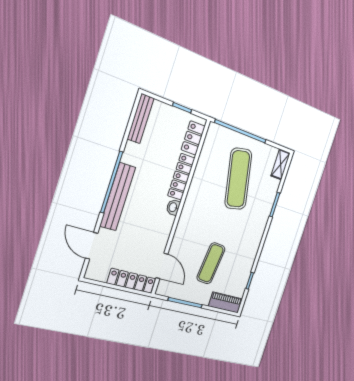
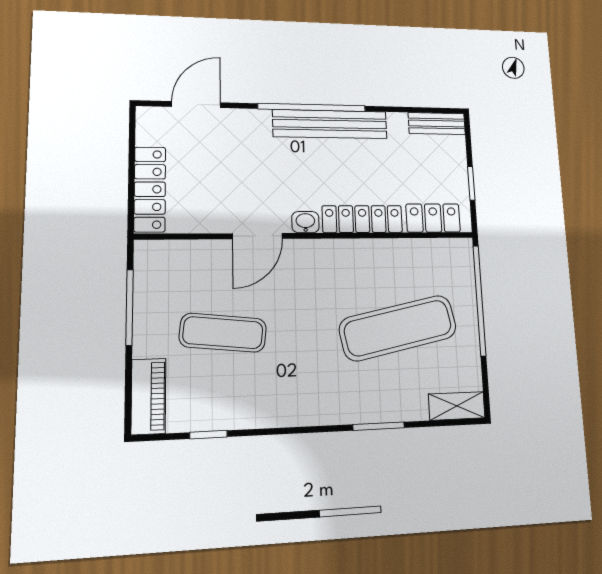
bench: (141, 119) -> (437, 124), width x0.73
bench: (118, 197) -> (330, 124), moved
door: (162, 266) -> (257, 236), moved

